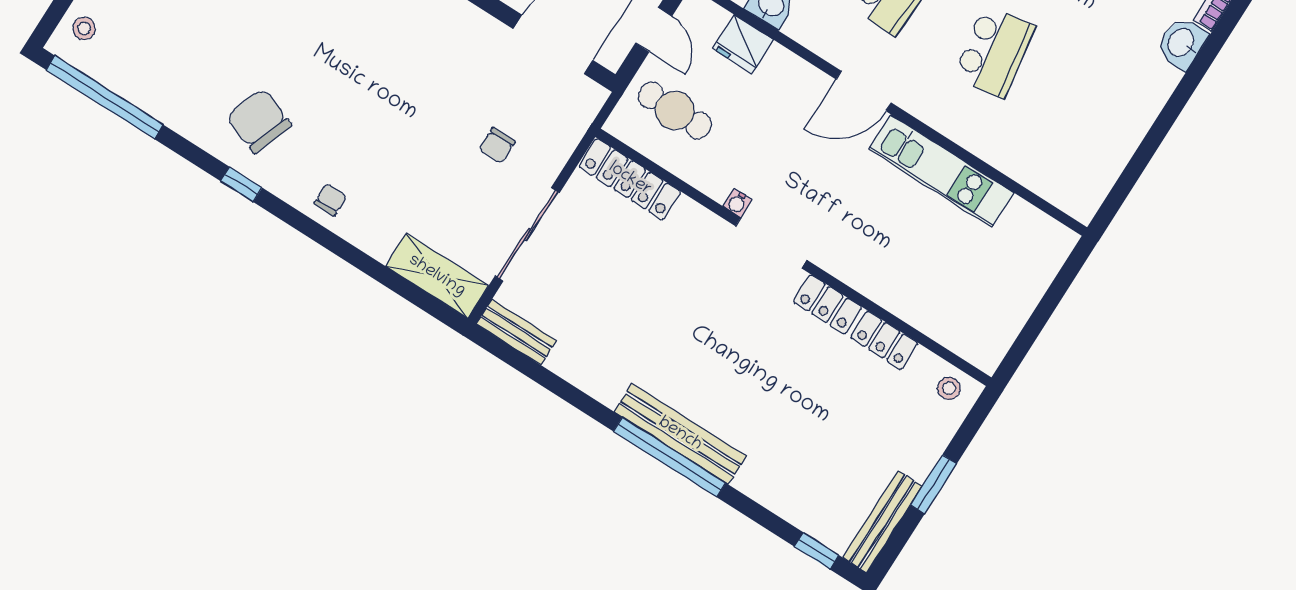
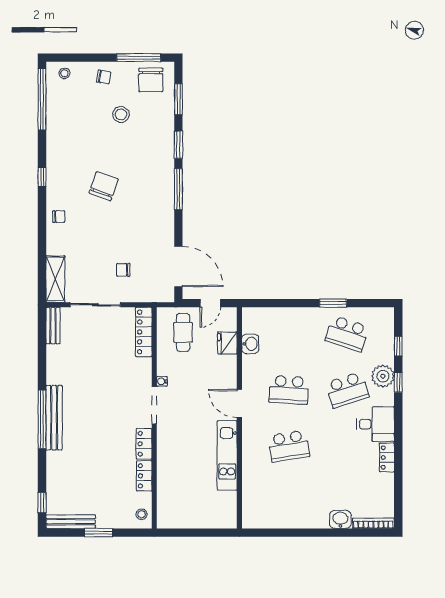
chair: (259, 121) -> (104, 186), moved

